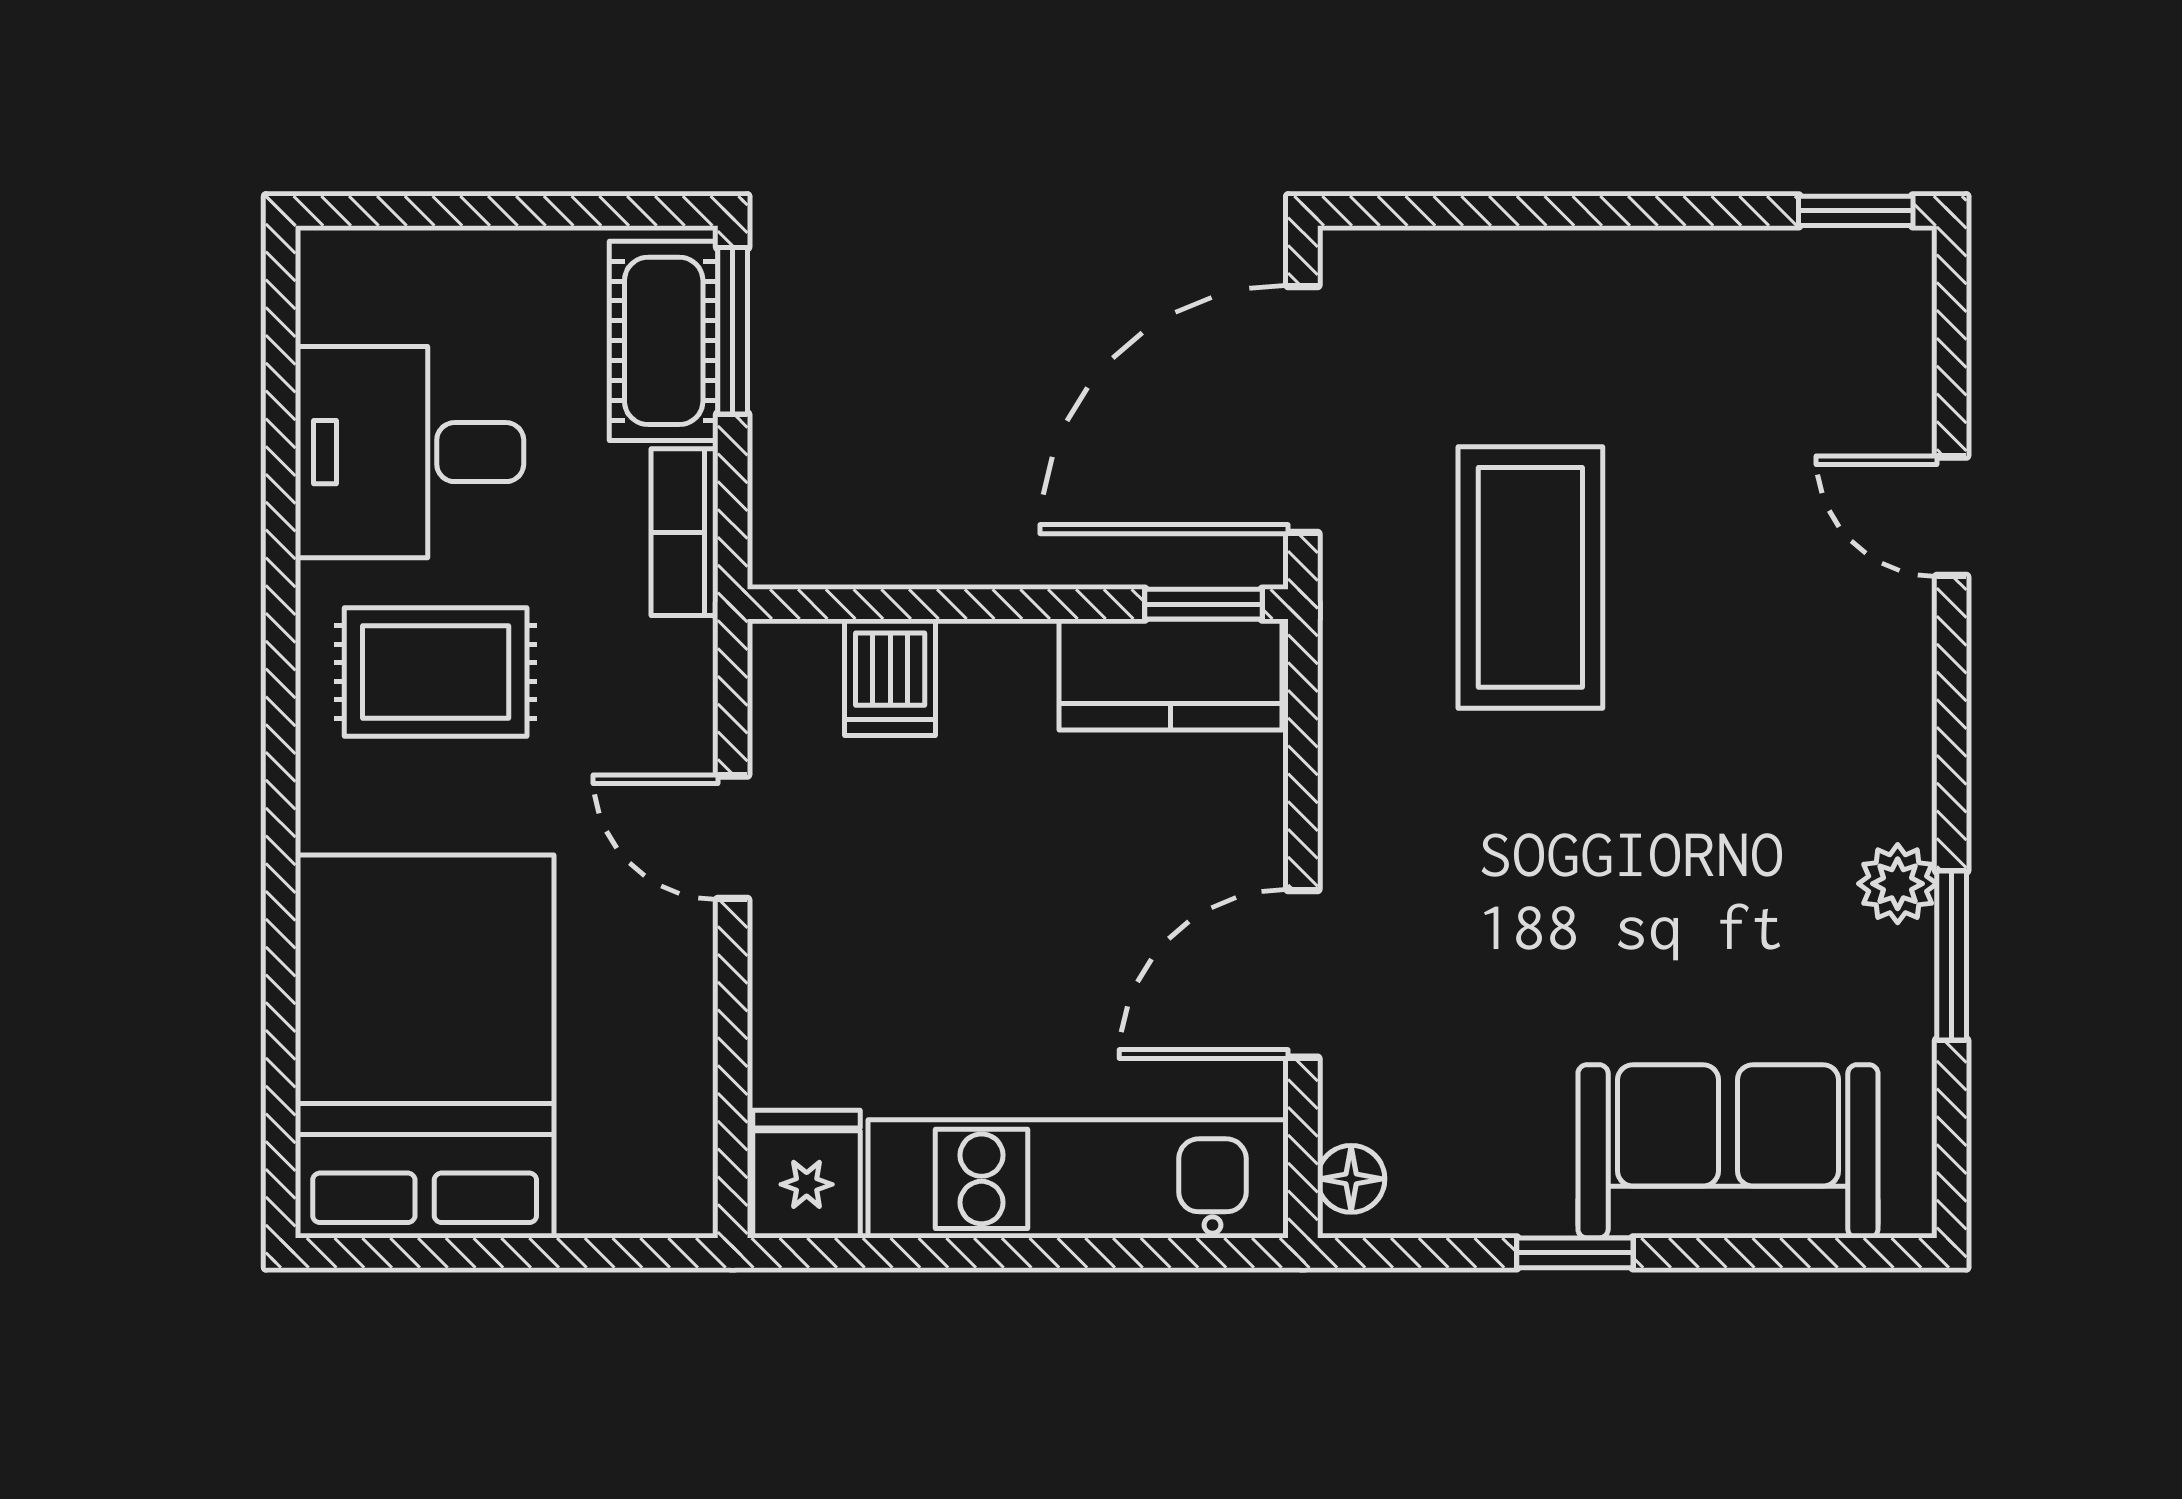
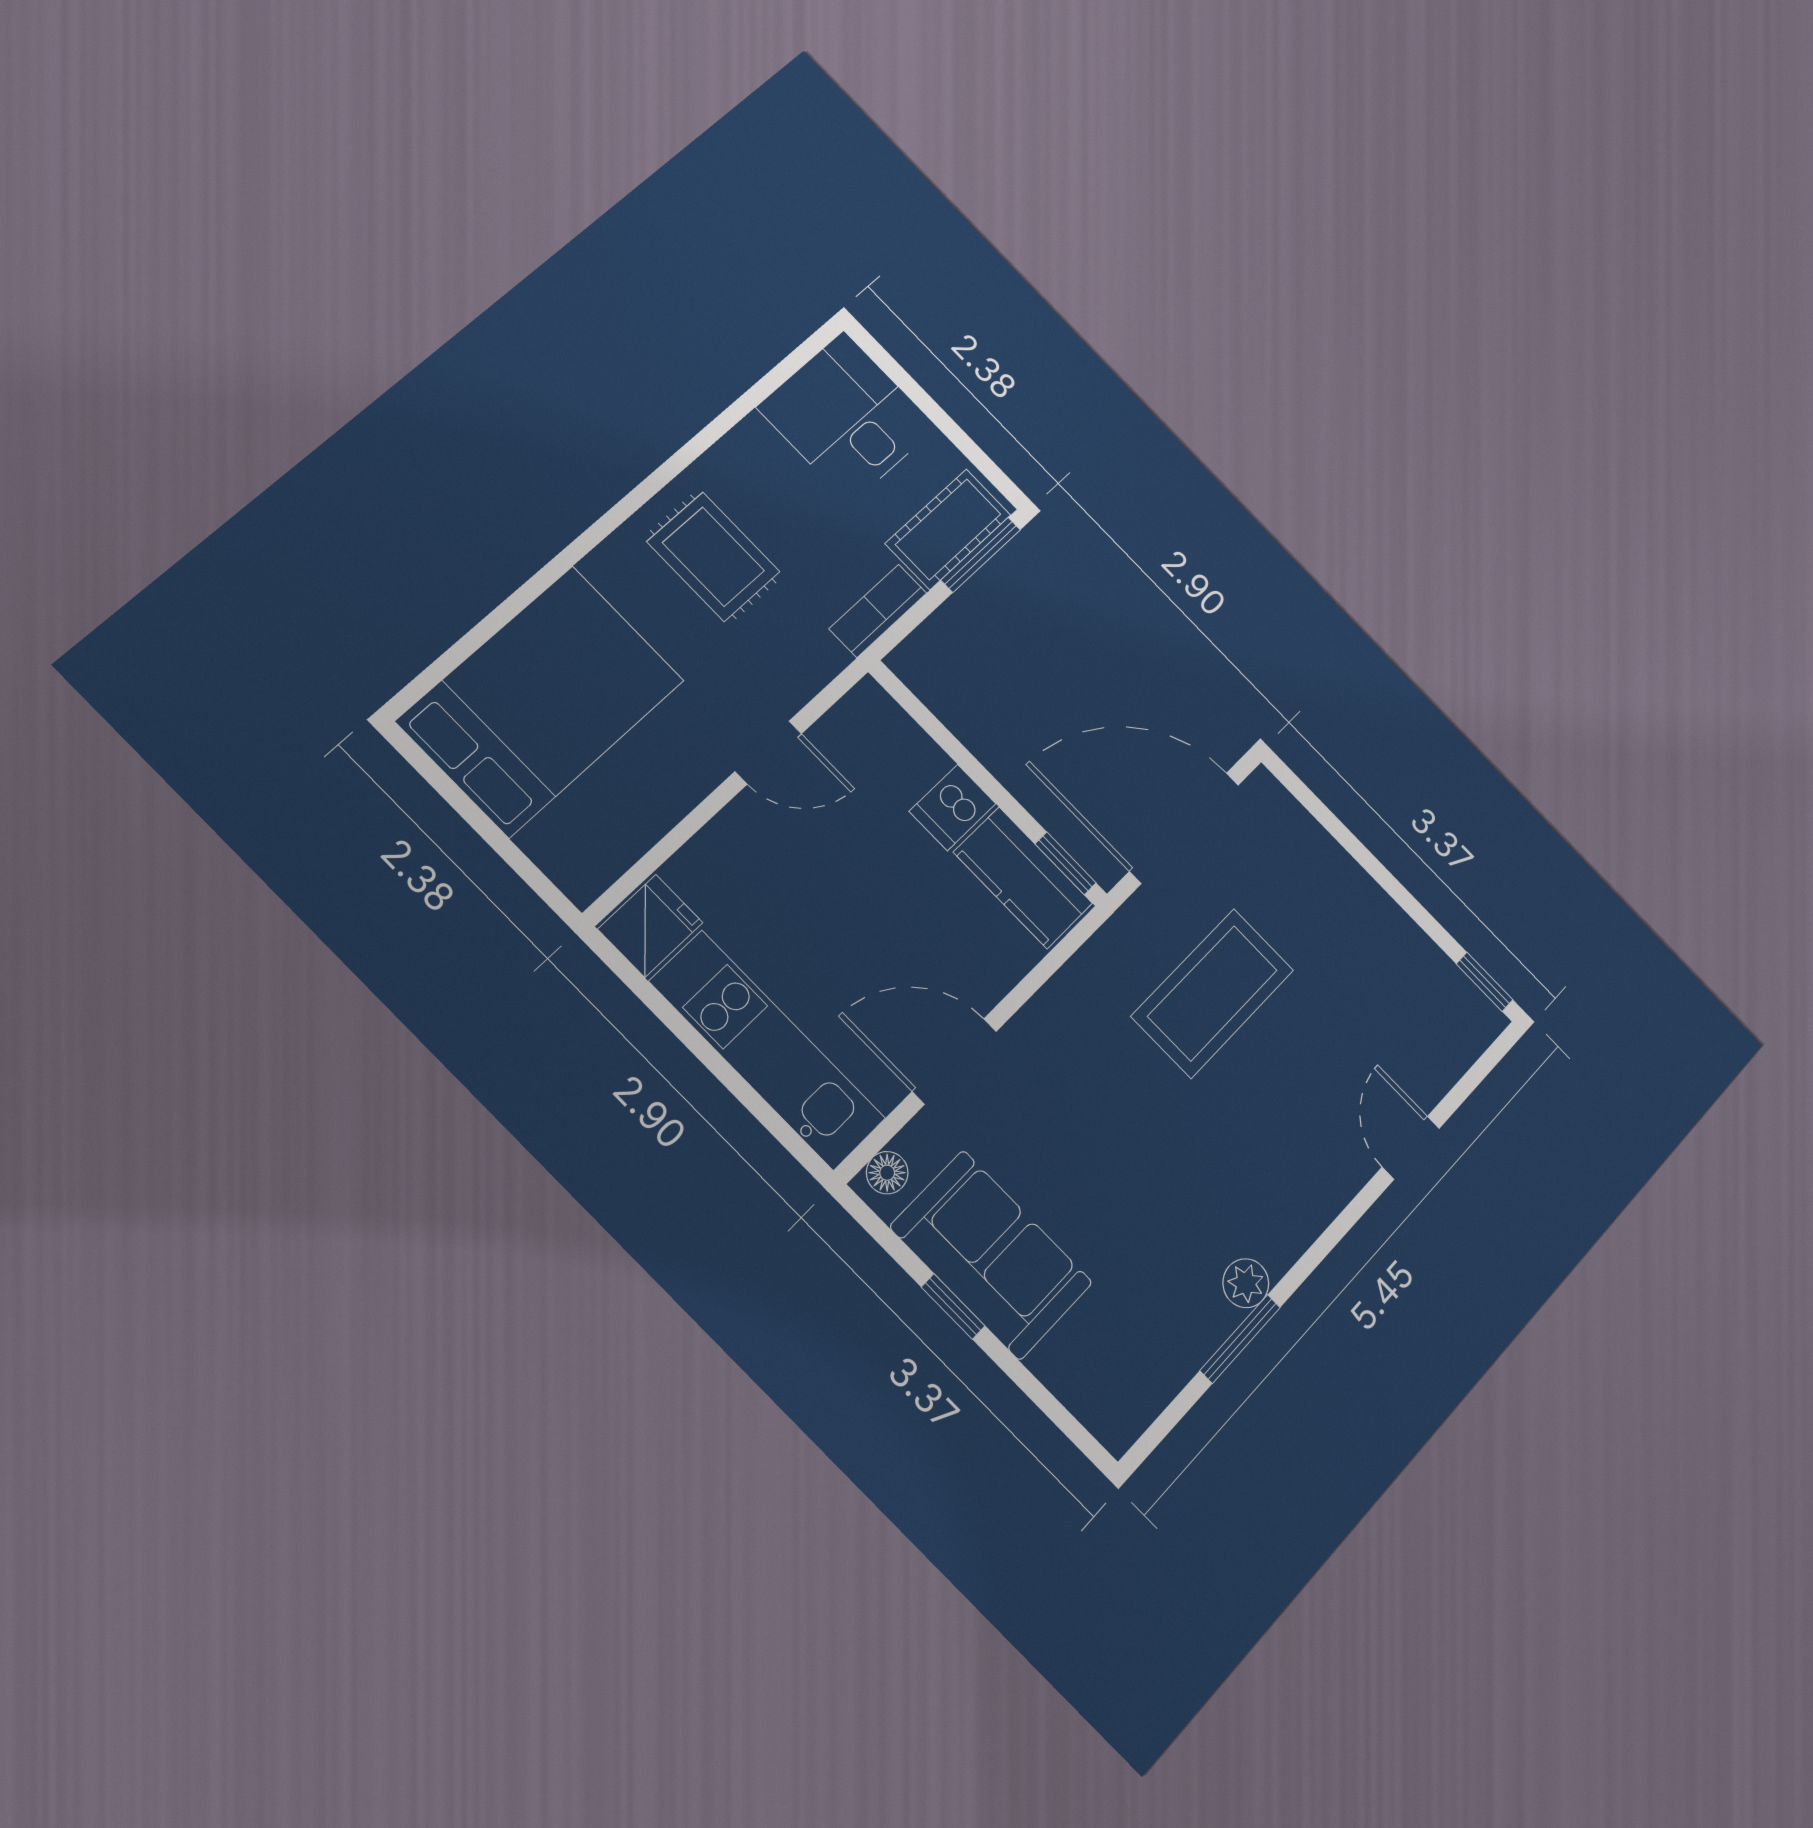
desk: (409, 452) -> (847, 417), moved
dishwasher: (890, 677) -> (953, 807), moved
door: (733, 837) -> (768, 753), swing flipped
sofa: (1728, 1151) -> (991, 1255), moved

